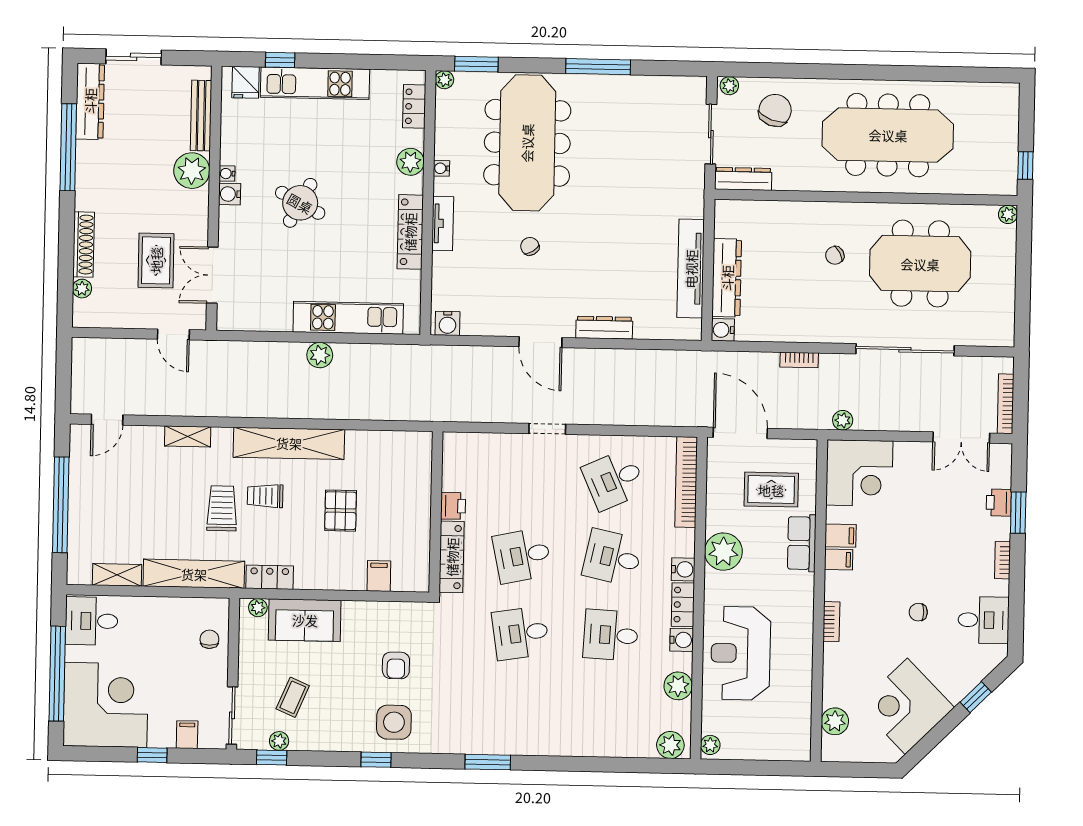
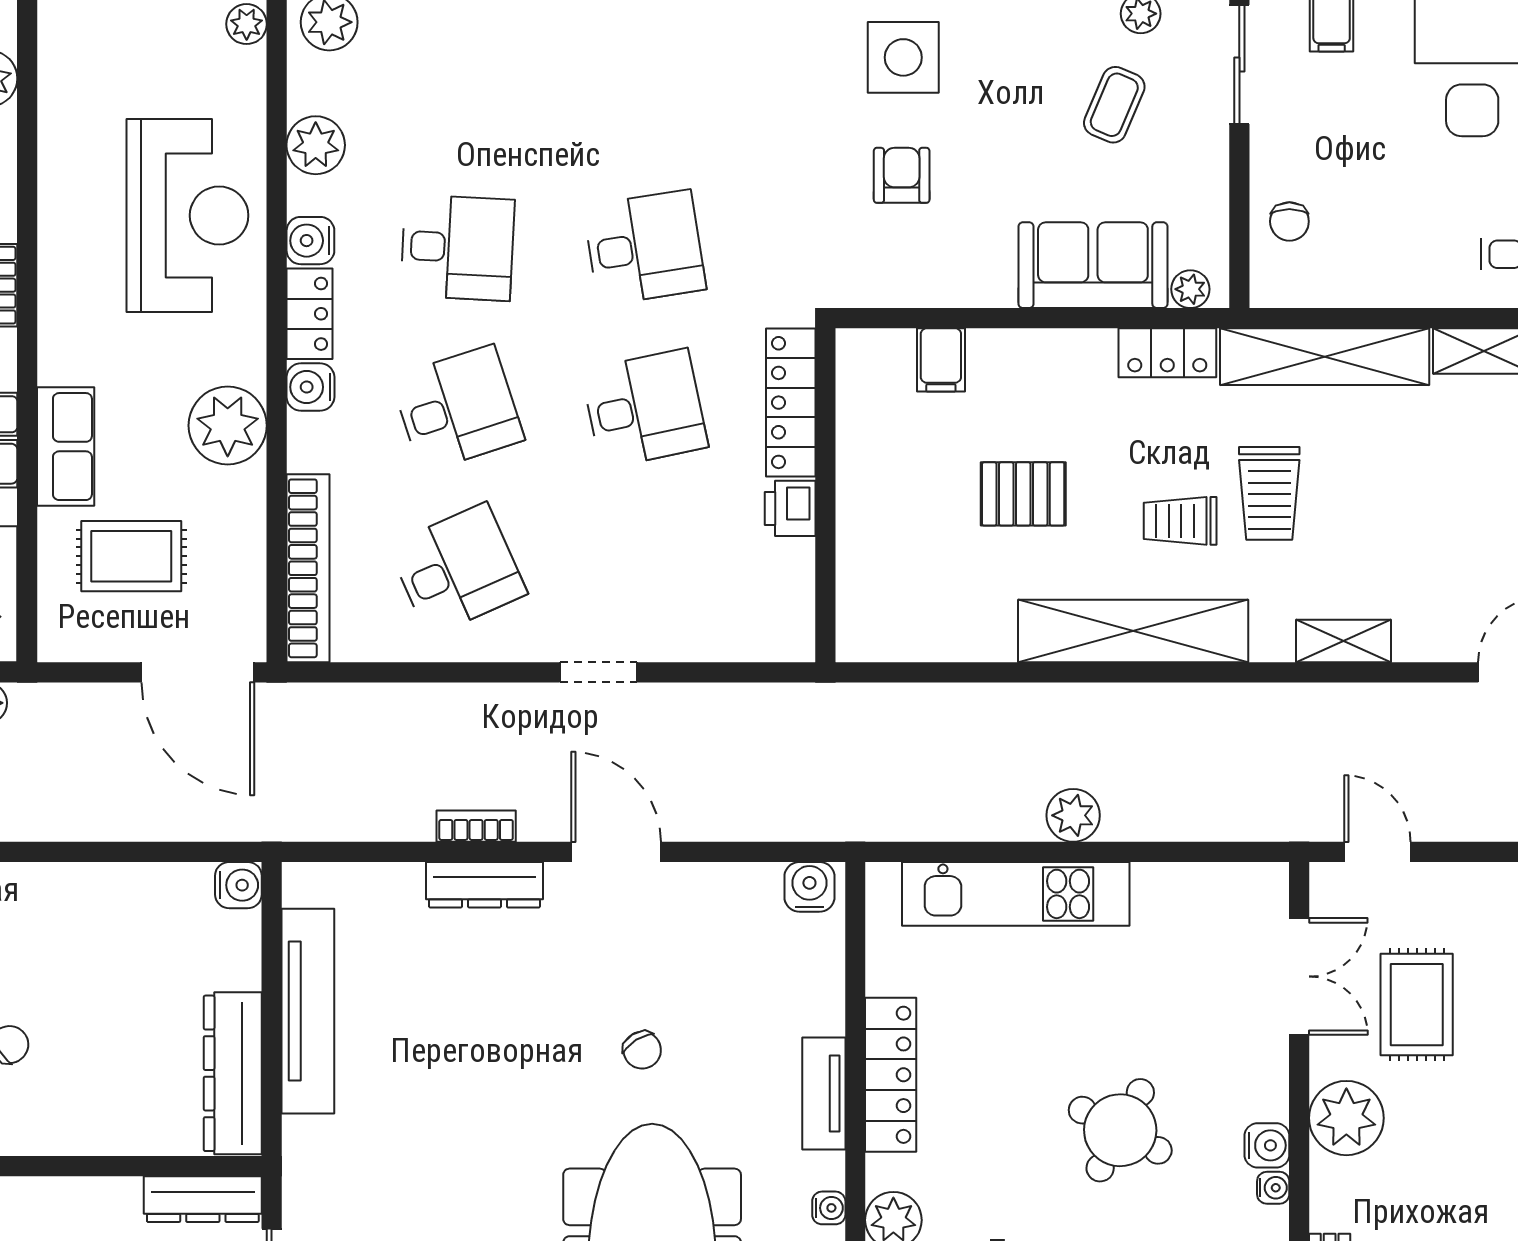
plant: (192, 171) -> (1346, 1118), moved
dresser: (727, 278) -> (233, 1073), moved
bookcase: (799, 360) -> (476, 826), moved
trolley: (265, 496) -> (1180, 521), turned 180
pallet: (341, 511) -> (1023, 494), turned 90
desk: (612, 557) -> (457, 409), turned -30

